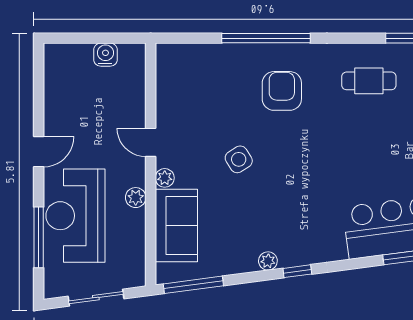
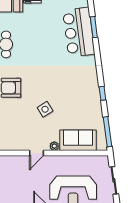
plant: (136, 198) -> (64, 161), removed
plant: (268, 261) -> (96, 95), removed
window: (297, 271) -> (102, 93), moved

